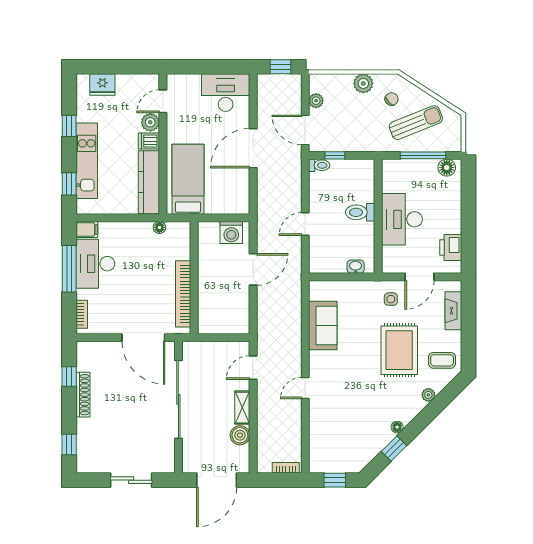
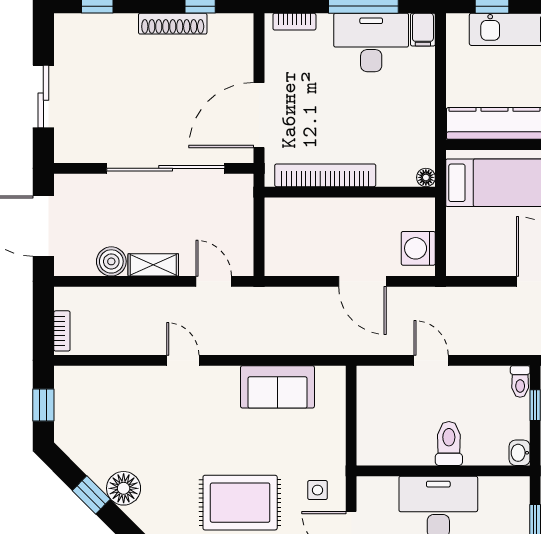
floor lamp: (159, 227) -> (426, 177), moved
washbasin: (356, 267) -> (520, 453), moved, turned 180
floor lamp: (397, 427) -> (124, 488), width x1.89, depth x1.89

